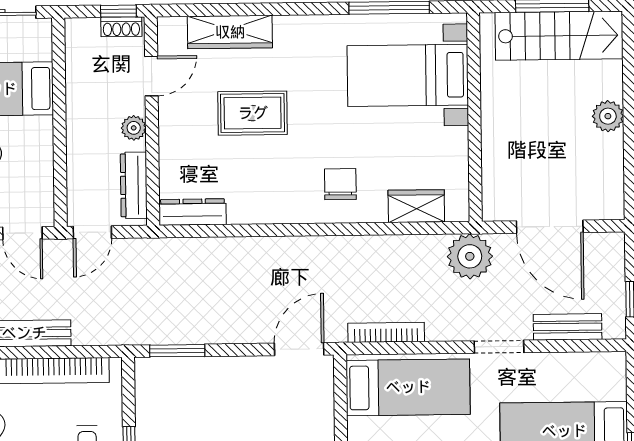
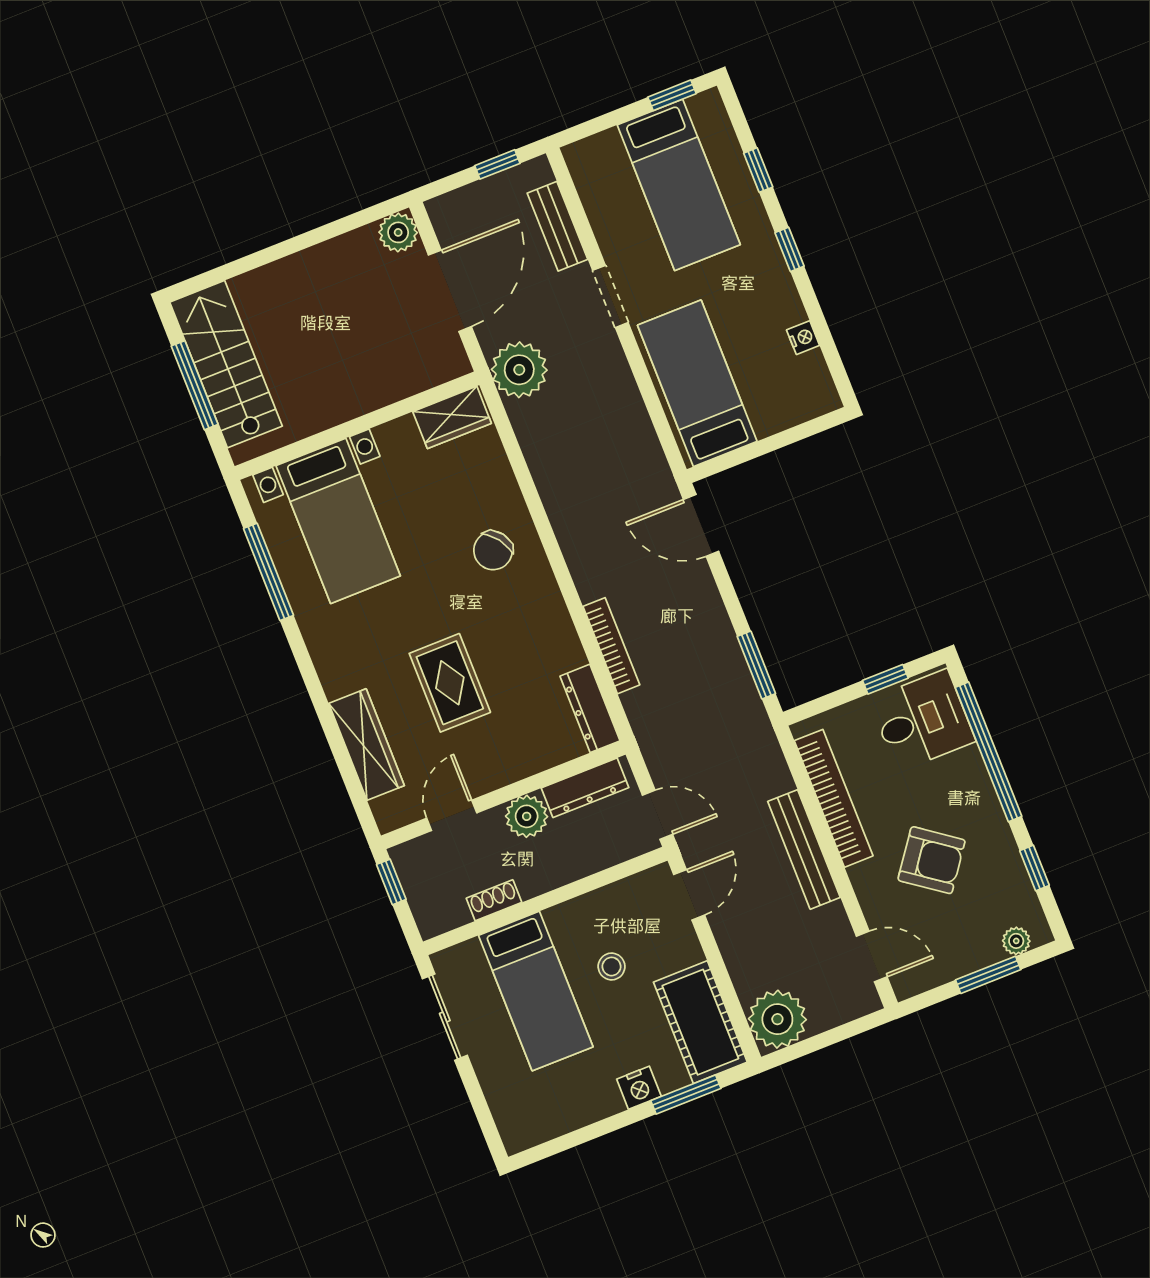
shoe rack: (121, 27) -> (494, 900), moved, turned -90
door: (151, 76) -> (452, 815), hinge flipped
plant: (608, 116) -> (398, 232), moved
plant: (134, 128) -> (527, 816), width x1.38, depth x1.38
chair: (340, 184) -> (493, 550), turned -36
wardrobe: (416, 206) -> (452, 417), moved, turned -90
bookcase: (386, 332) -> (611, 646), moved, turned 180

